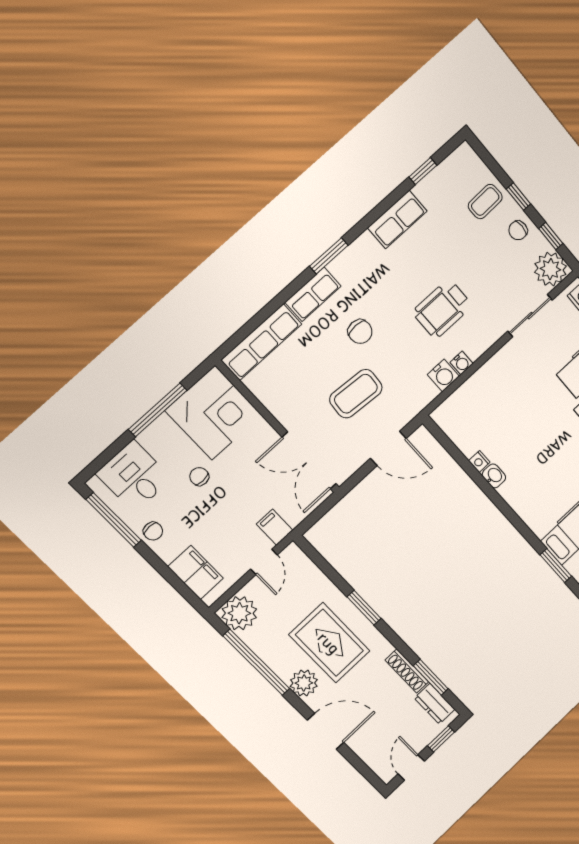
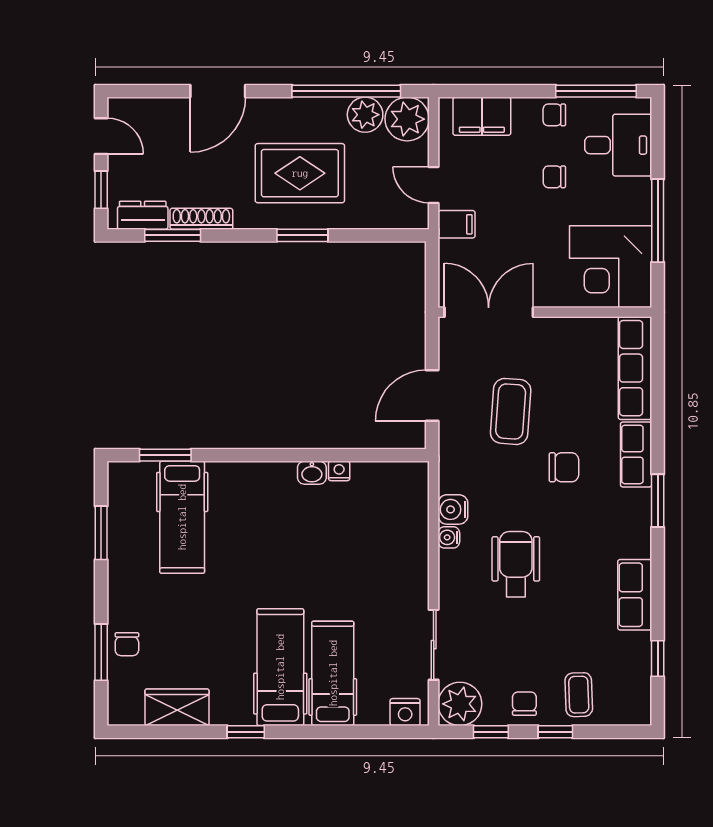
chair: (360, 332) -> (564, 467), turned 180
chair: (199, 477) -> (554, 177), moved, turned 180
plant: (304, 683) -> (365, 115), moved

